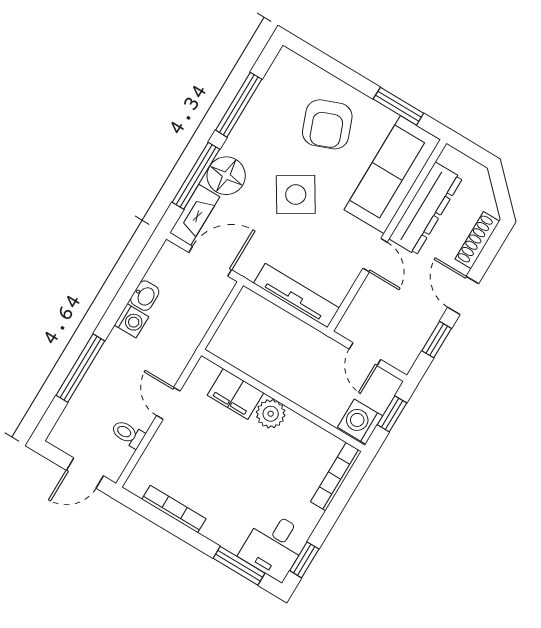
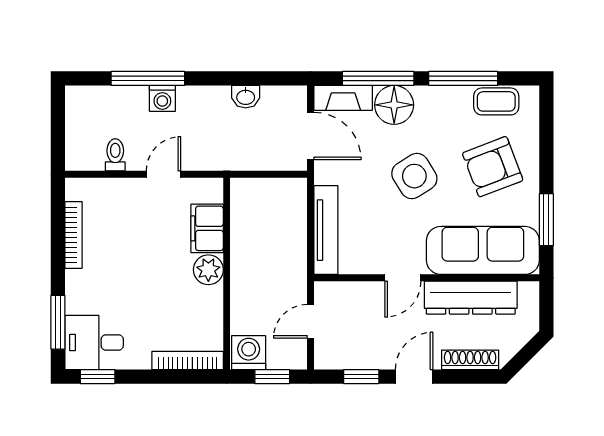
coffee table: (275, 89) -> (496, 101), added
washing machine: (132, 321) -> (162, 98), moved
door: (85, 473) -> (58, 138), removed

